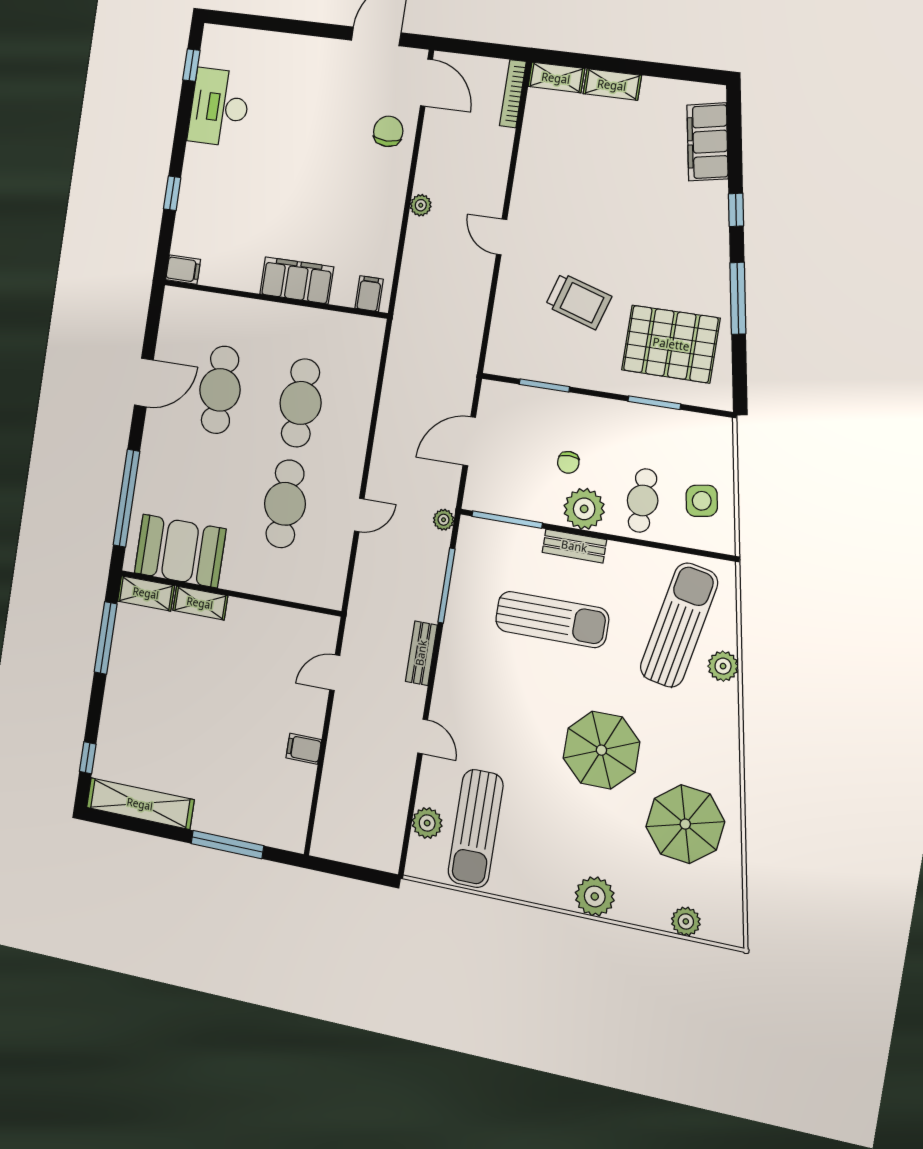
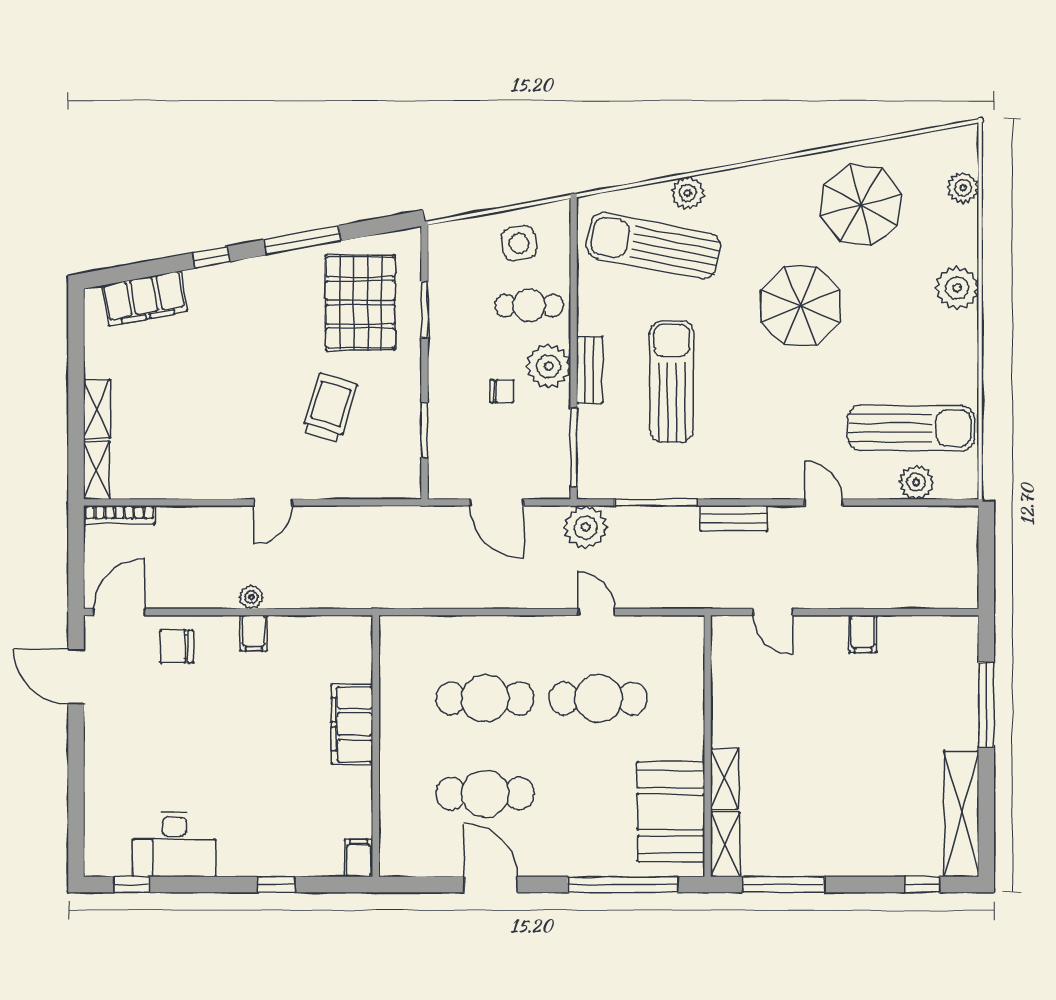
filing cabinet: (369, 294) -> (254, 633), moved, turned -90
plant: (444, 520) -> (586, 527), width x1.87, depth x1.87
door: (423, 737) -> (824, 502), hinge flipped

